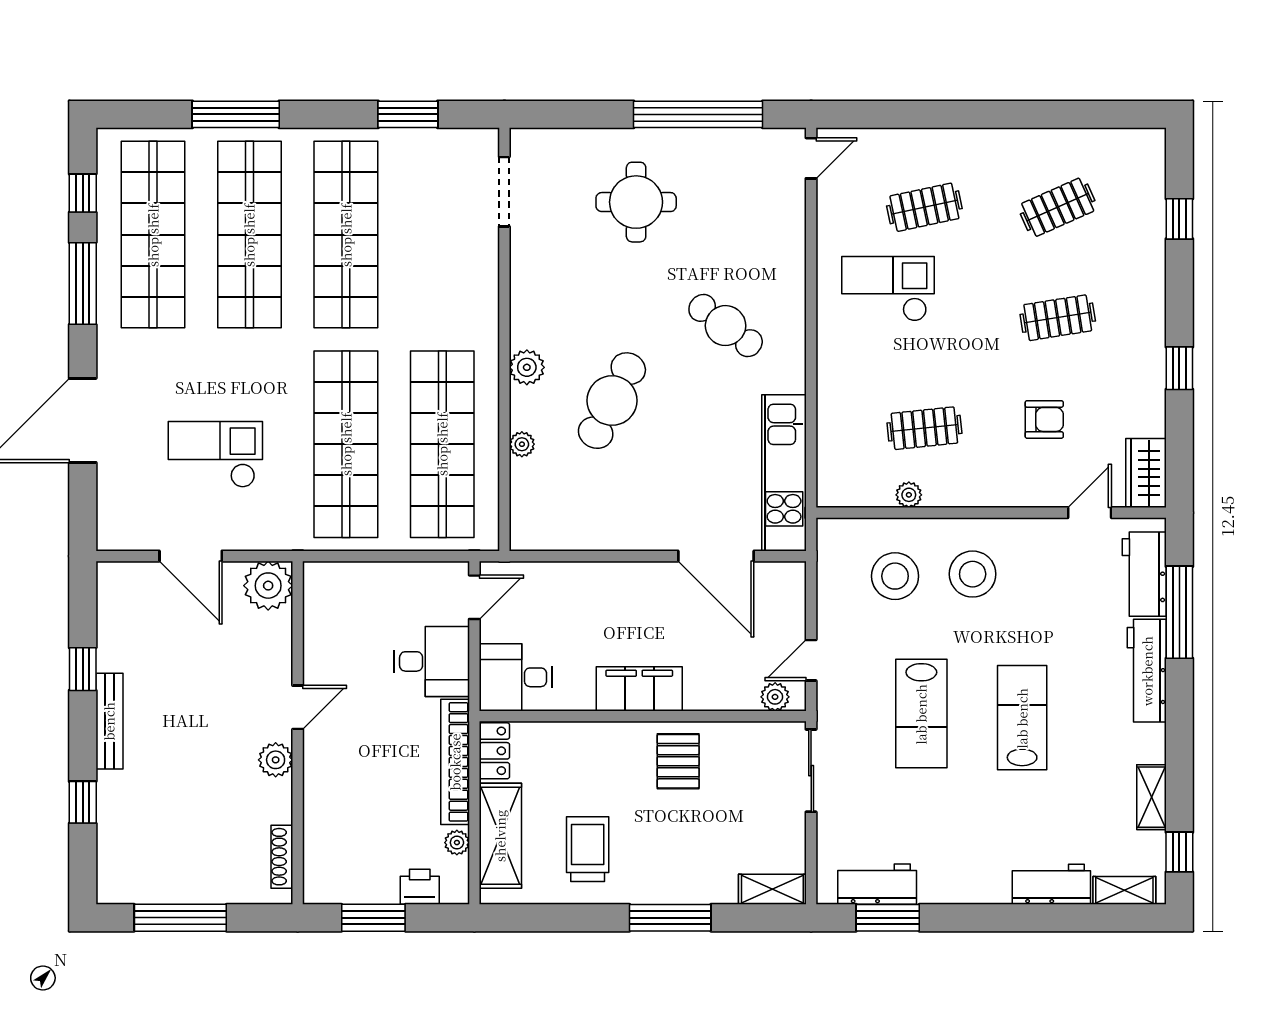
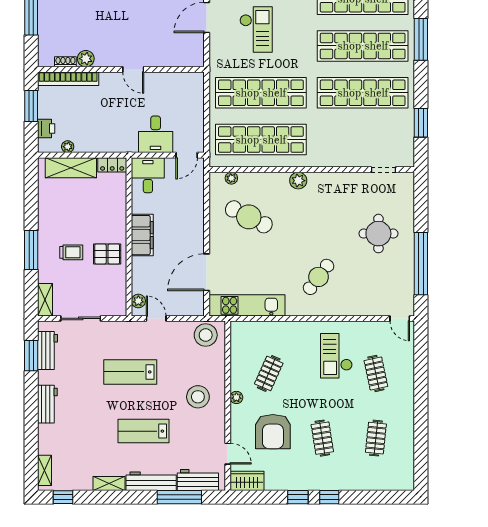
doorway: (504, 192) -> (383, 170), width x0.73
clothes rail: (1058, 207) -> (376, 438), turned 30
window: (1179, 219) -> (329, 497), moved
checkout: (888, 289) -> (336, 356), turned 180
cafe table: (612, 401) -> (249, 217), moved
armchair: (1044, 419) -> (273, 432), width x1.88, depth x1.88
clothes rail: (924, 428) -> (269, 373), turned 30
plant: (522, 444) -> (231, 178), moved
plant: (909, 495) -> (236, 397), moved
stool: (895, 576) -> (206, 335), moved
plant: (268, 586) -> (192, 55), removed
door: (474, 597) -> (187, 155), hinge flipped
lab bench: (1022, 718) -> (144, 431), moved, turned 180
plant: (276, 760) -> (86, 59), moved
bookcase: (455, 762) -> (68, 79), moved, turned 180
sliding door: (811, 771) -> (81, 318), moved
shelving: (1151, 797) -> (109, 484), moved
trolley: (588, 849) -> (71, 252), moved, width x0.73, depth x0.72
shoe rack: (282, 857) -> (65, 62), width x0.70
workbench: (1051, 884) -> (47, 404), moved

